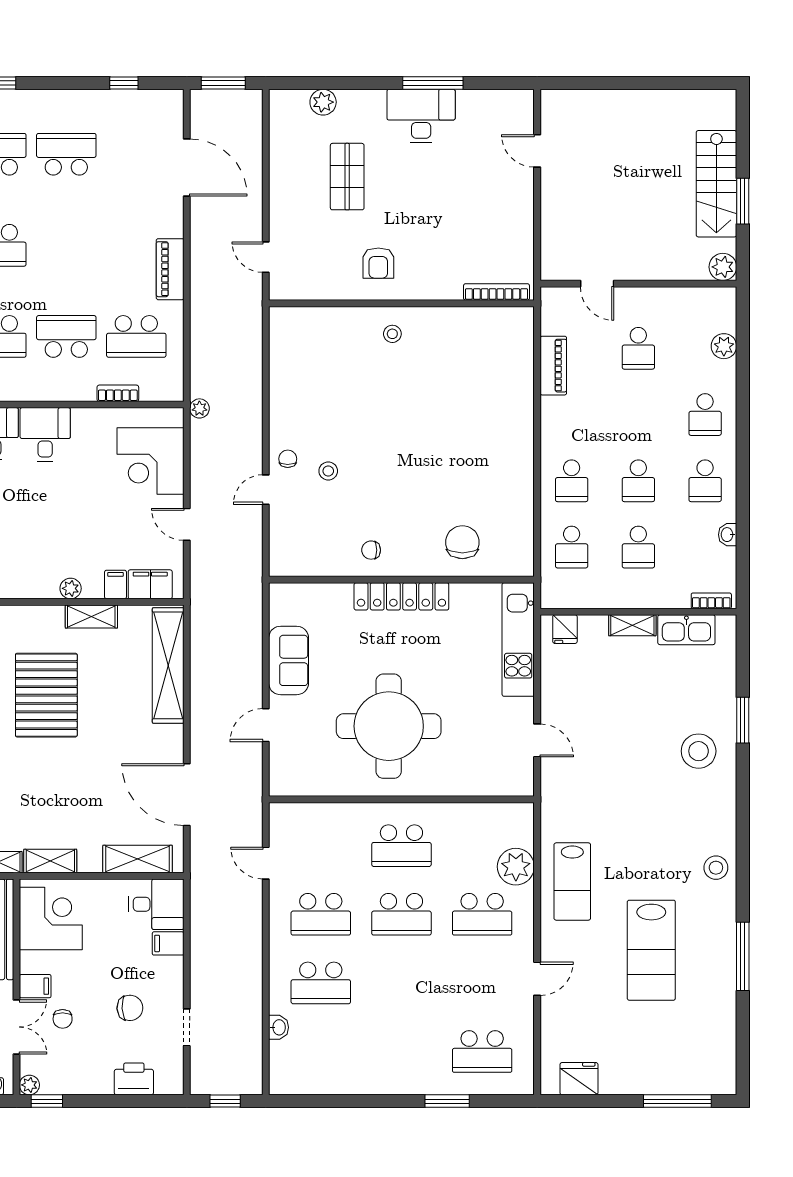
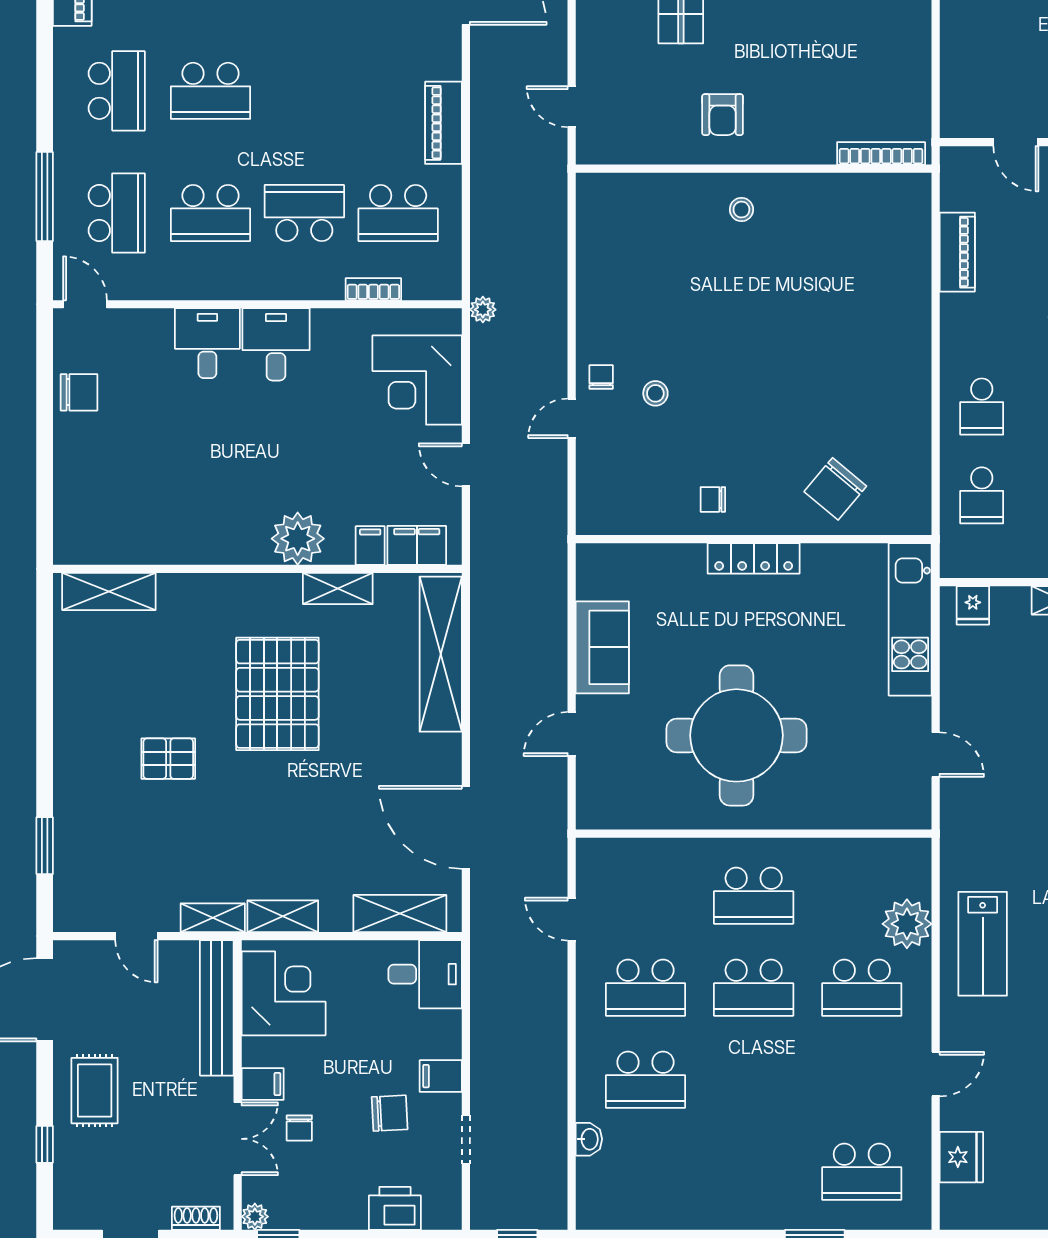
chair: (462, 542) -> (835, 489), turned -140
plant: (71, 588) -> (298, 539), width x1.87, depth x1.87
locker: (401, 596) -> (754, 558), width x0.71, depth x0.83
filing cabinet: (168, 943) -> (441, 1076), moved
fridge: (579, 1079) -> (961, 1157), moved, turned 90

